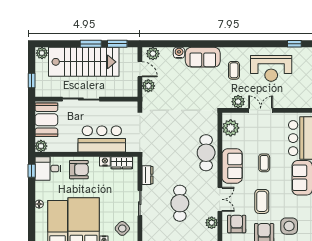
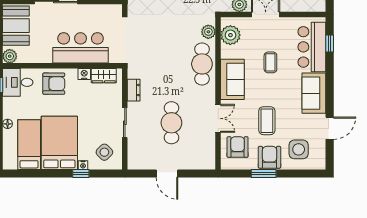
coffee table: (264, 163) -> (270, 62), moved
plant: (212, 223) -> (208, 32), moved

